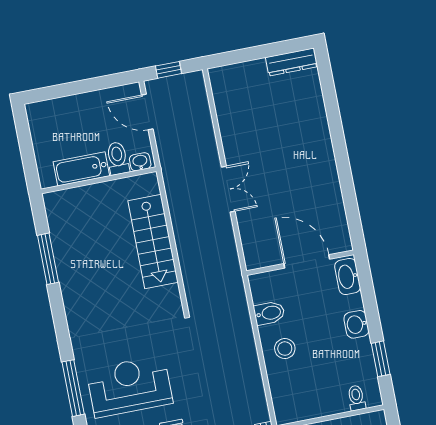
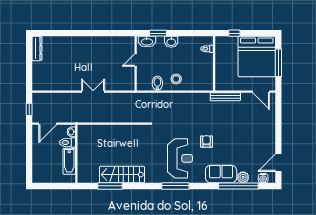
stairs: (153, 242) -> (122, 175), moved, turned 180
door: (307, 261) -> (136, 60), width x0.53
window: (381, 359) -> (158, 33), moved
reception desk: (129, 386) -> (180, 158), turned 180

